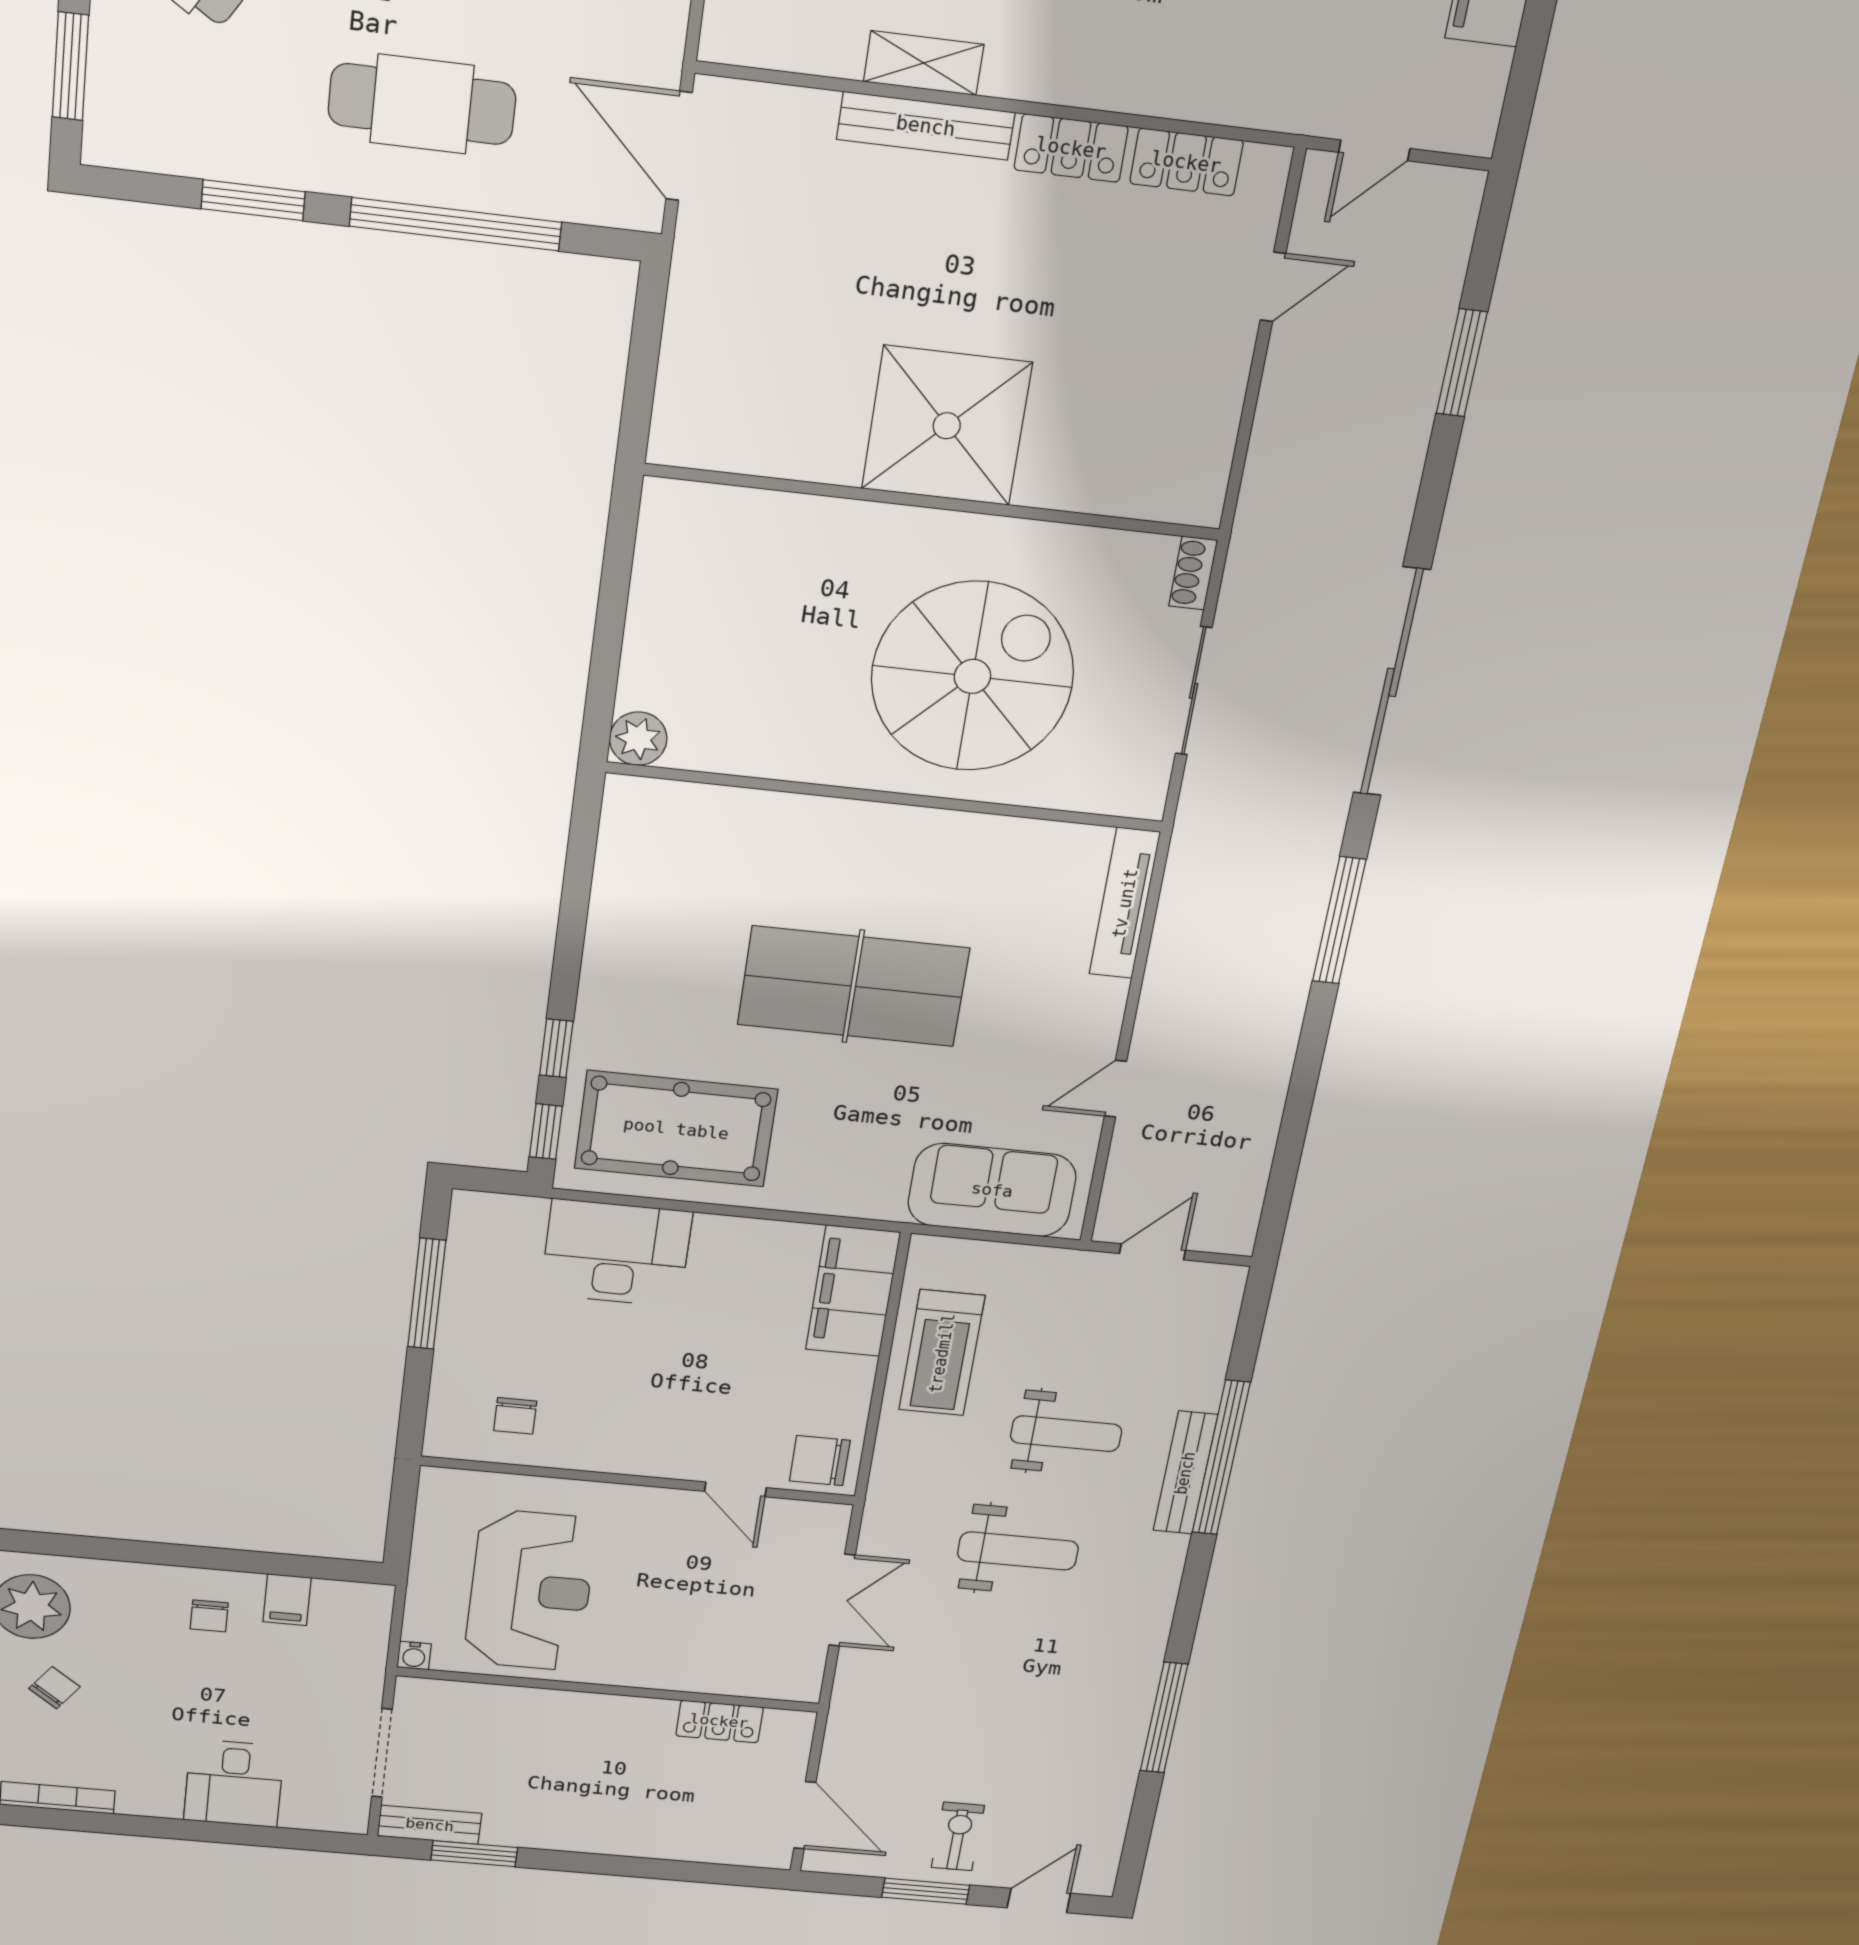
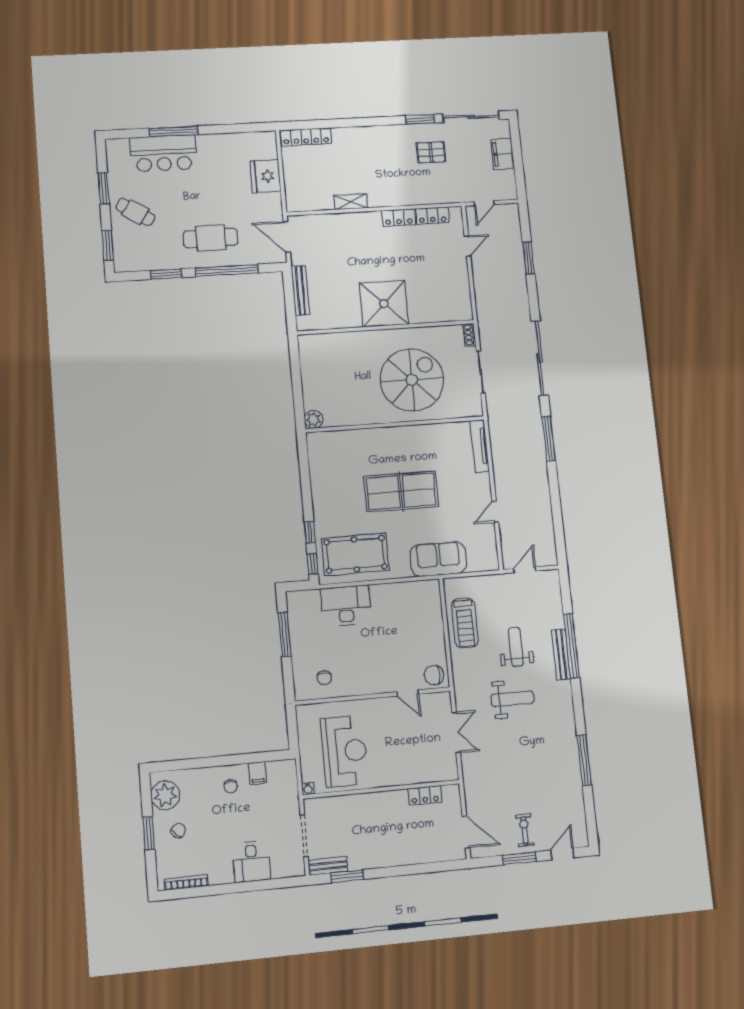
bench: (926, 126) -> (300, 290), moved, turned 90
sofa: (992, 1190) -> (438, 559), moved
filing cabinet: (853, 1291) -> (429, 605), removed
weight bench: (1066, 1434) -> (516, 647), turned -90

